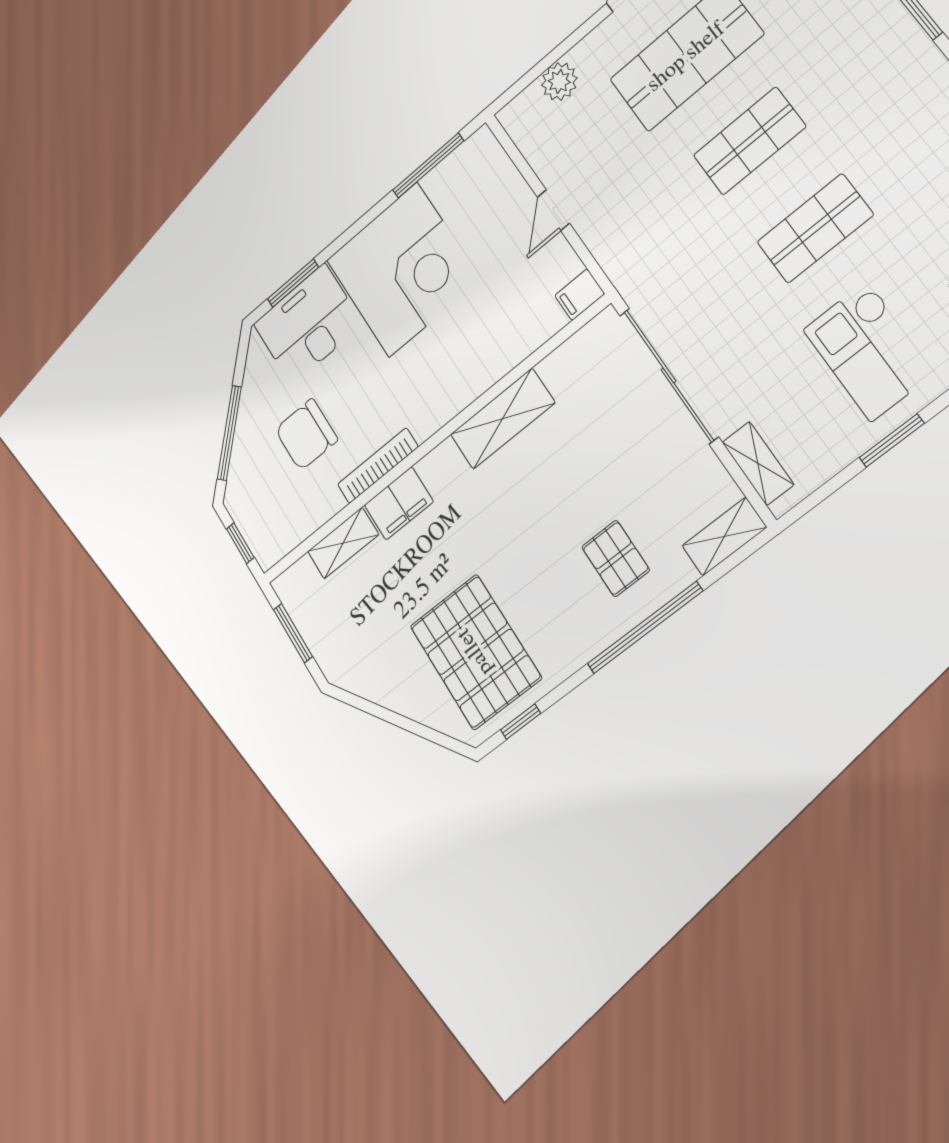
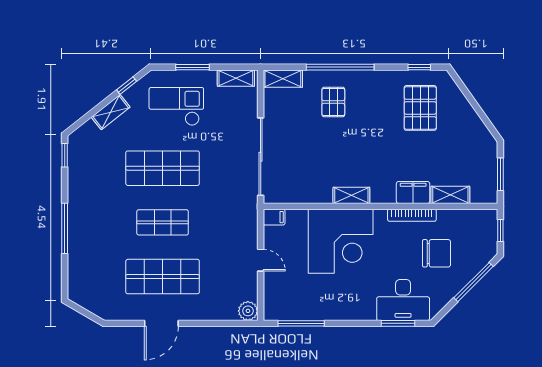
plant: (559, 82) -> (248, 311), moved
door: (553, 210) -> (261, 260), hinge flipped
shop shelf: (815, 228) -> (163, 168), width x1.43, depth x1.36
corner desk: (403, 270) -> (341, 241), moved, turned 180
checkout: (869, 351) -> (176, 106), turned -90
shelving: (503, 419) -> (351, 195), width x0.67, depth x0.75
shelving: (758, 463) -> (236, 78), moved, turned 90
pallet: (475, 652) -> (420, 108), width x0.73, depth x0.71

